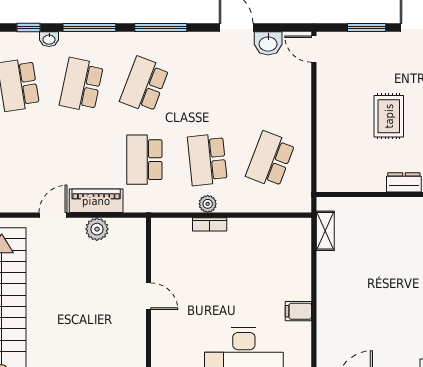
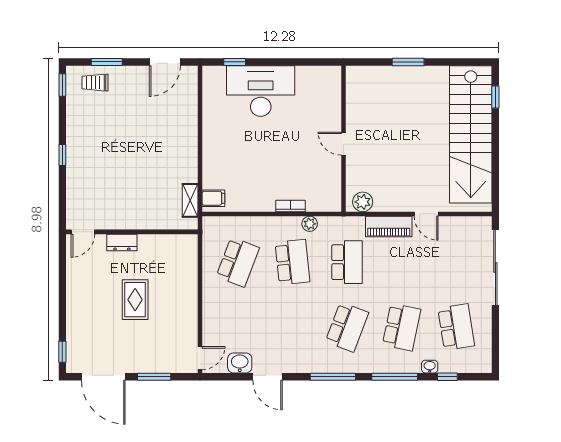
door: (314, 49) -> (200, 358), hinge flipped
plant: (208, 204) -> (310, 224), moved
door: (53, 215) -> (426, 214), hinge flipped
plant: (97, 229) -> (363, 202), moved
filing cabinet: (298, 311) -> (213, 198), moved

